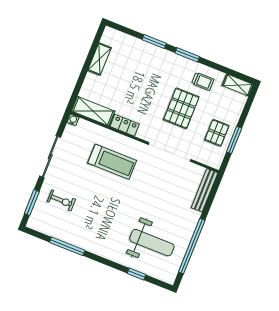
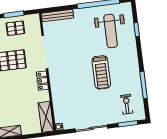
locker: (125, 125) -> (42, 81), moved
treadmill: (112, 162) -> (101, 72), moved, turned 180
exercise bike: (61, 200) -> (127, 104), moved
weight bench: (152, 243) -> (111, 31), turned 180

